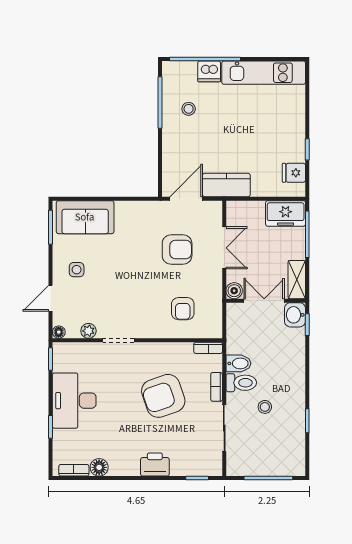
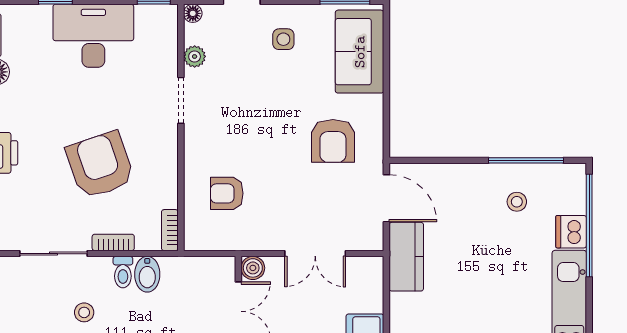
armchair: (177, 250) -> (333, 141), moved
toilet: (241, 383) -> (123, 272), width x0.73, depth x0.72

